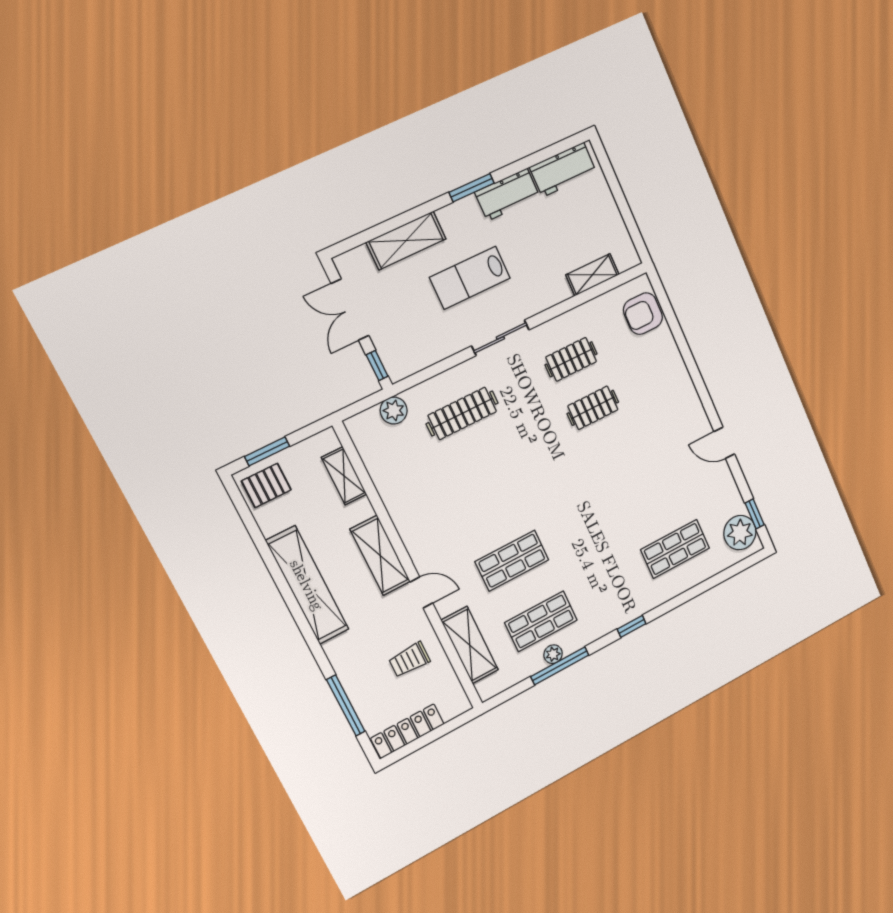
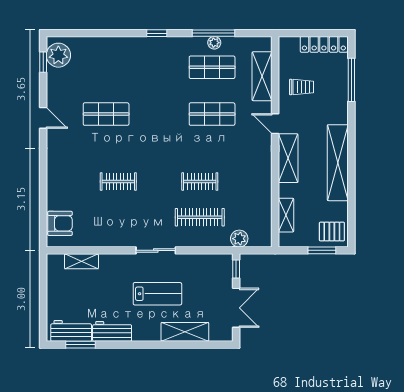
window: (472, 188) -> (81, 345), moved
clothes rail: (571, 359) -> (200, 182), moved
shop shelf: (675, 549) -> (106, 114), moved

